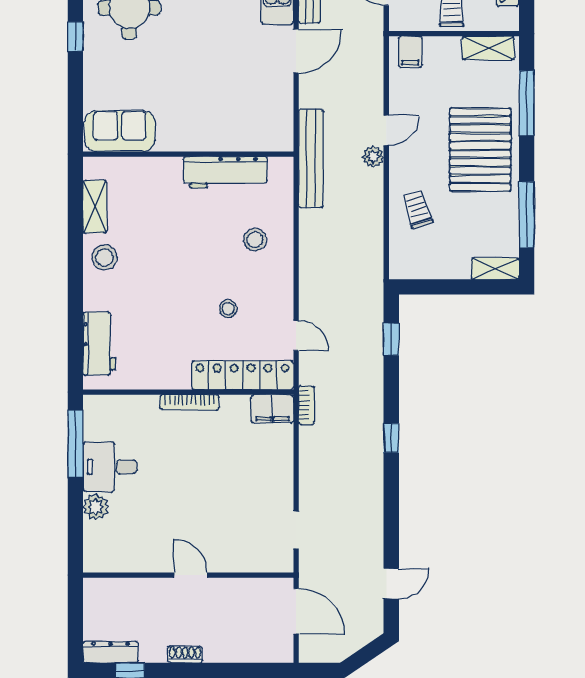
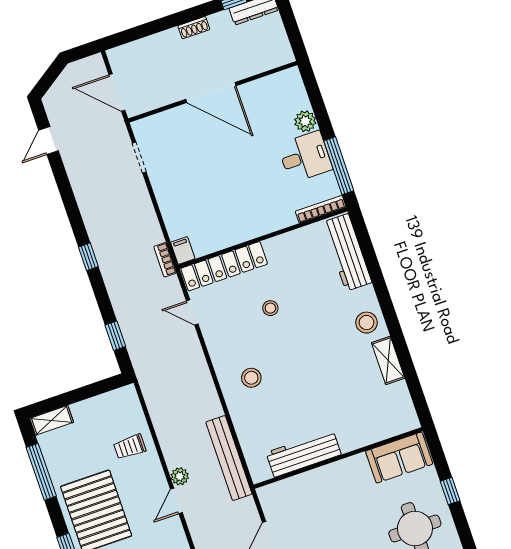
sofa: (120, 131) -> (399, 458), moved
wall: (188, 154) -> (338, 458), moved
workbench: (225, 172) -> (304, 453), moved
trolley: (418, 209) -> (130, 447), turned 107
stool: (228, 309) -> (270, 308), moved
workbench: (99, 344) -> (347, 252), width x1.38
bookcase: (189, 402) -> (321, 209), moved
filing cabinet: (272, 409) -> (183, 250), width x0.50
door: (191, 575) -> (211, 92), width x1.88

